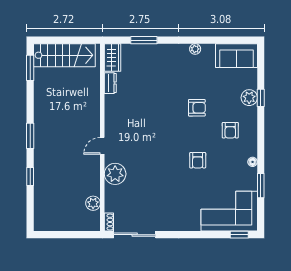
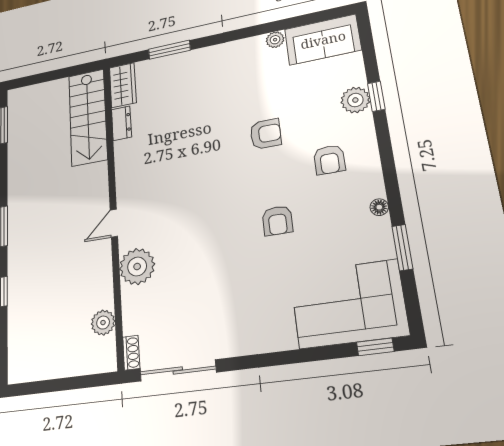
plant: (195, 49) -> (275, 40), moved
stairs: (64, 55) -> (88, 117), moved, turned 90

